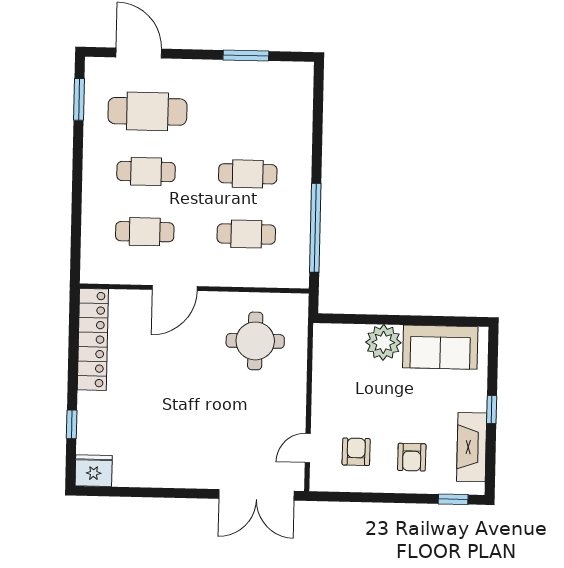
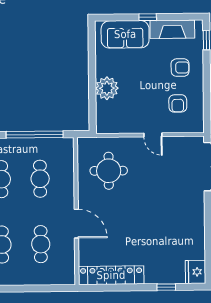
sofa: (440, 347) -> (125, 34), moved, turned 90
door: (308, 448) -> (153, 135), moved
armchair: (356, 452) -> (178, 103), turned -90

